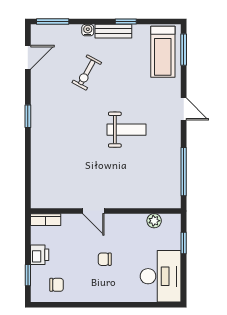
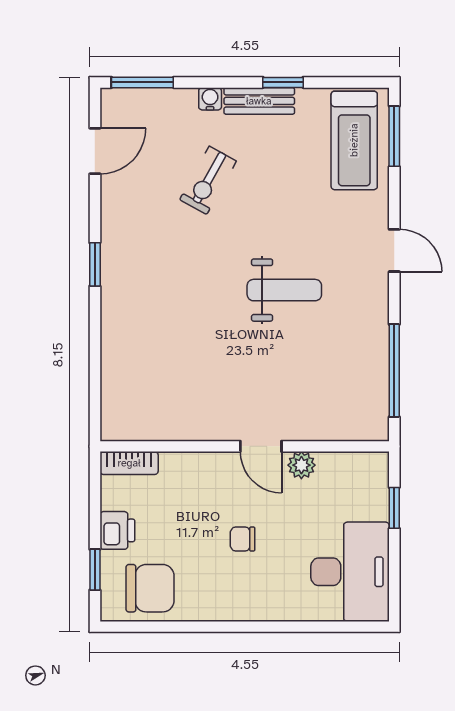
door: (93, 211) -> (261, 446), moved
plant: (154, 221) -> (301, 465), moved
chair: (57, 285) -> (150, 588), width x1.87, depth x1.87

